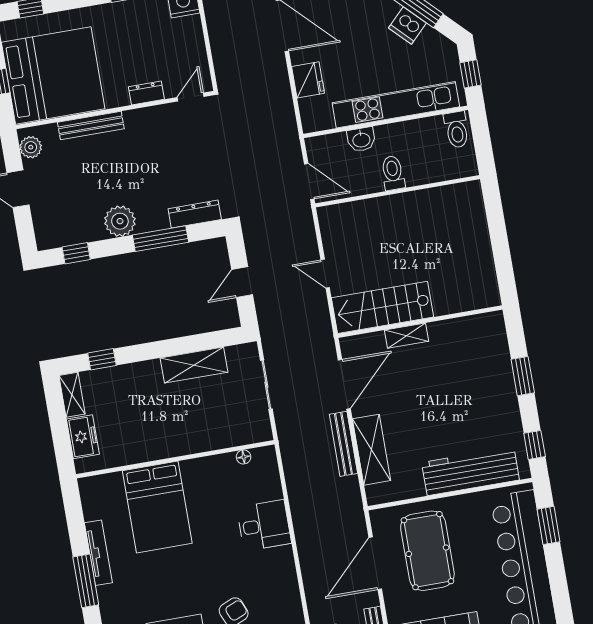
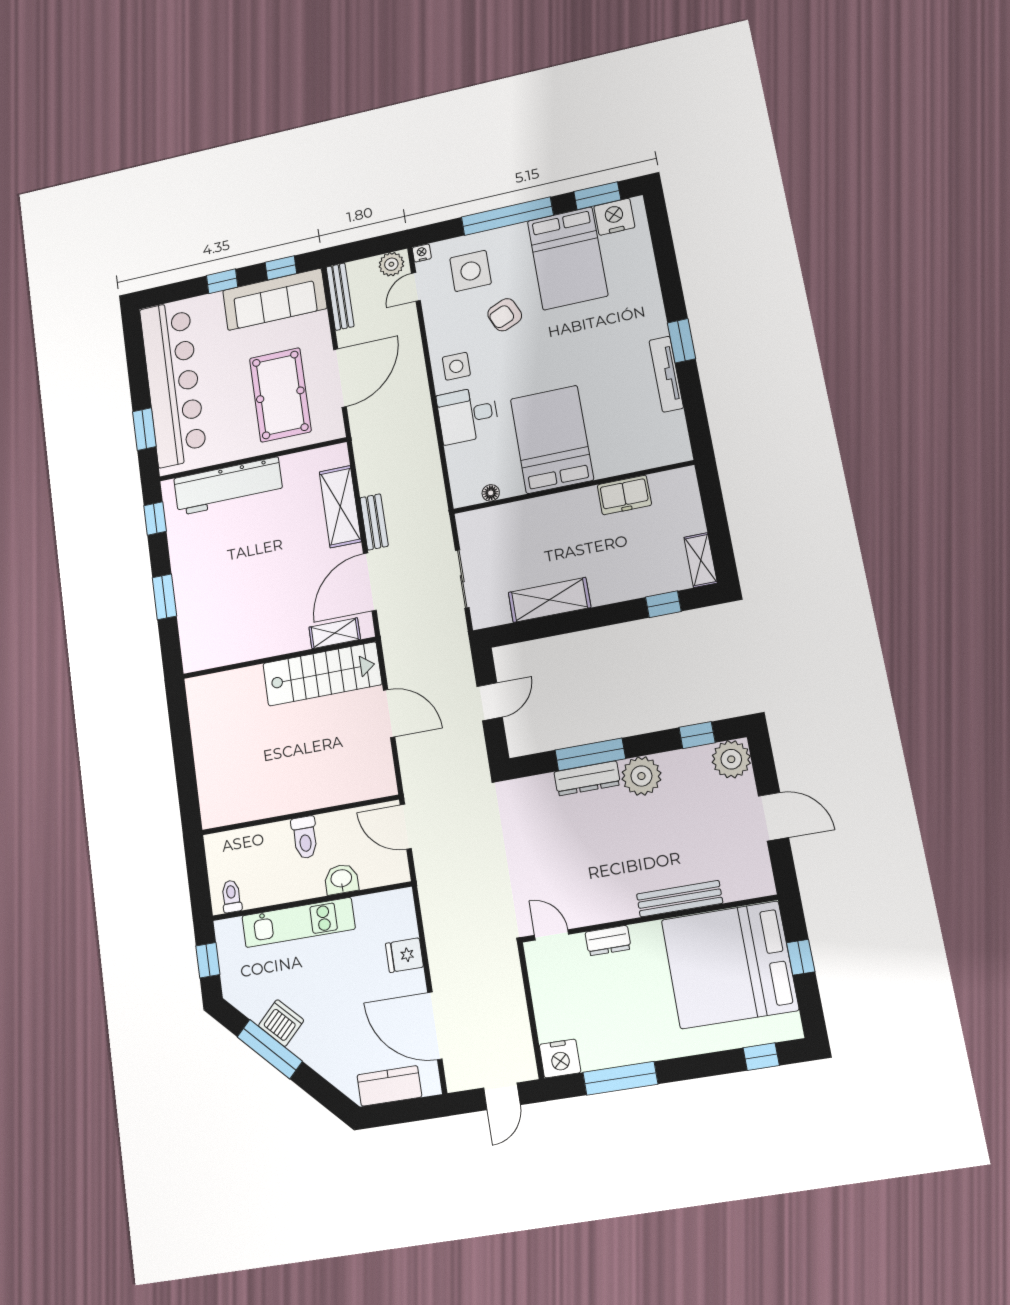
fridge: (308, 80) -> (404, 955), width x0.72
door: (191, 97) -> (552, 935), swing flipped
kitchen unit: (396, 105) -> (298, 922), width x0.73
toilet: (457, 130) -> (231, 896), width x0.73, depth x0.72
plant: (31, 147) -> (731, 759), moved, width x1.36, depth x1.36
dresser: (195, 214) -> (587, 778), moved
door: (325, 274) -> (389, 713), width x1.38
shelving: (407, 336) -> (335, 633), moved
freezer: (83, 437) -> (624, 495), moved, turned -90
bench: (343, 444) -> (374, 522), width x0.73
bed: (157, 507) -> (552, 439), moved
side table: (274, 569) -> (456, 366), added
window: (86, 581) -> (681, 341), width x0.69

